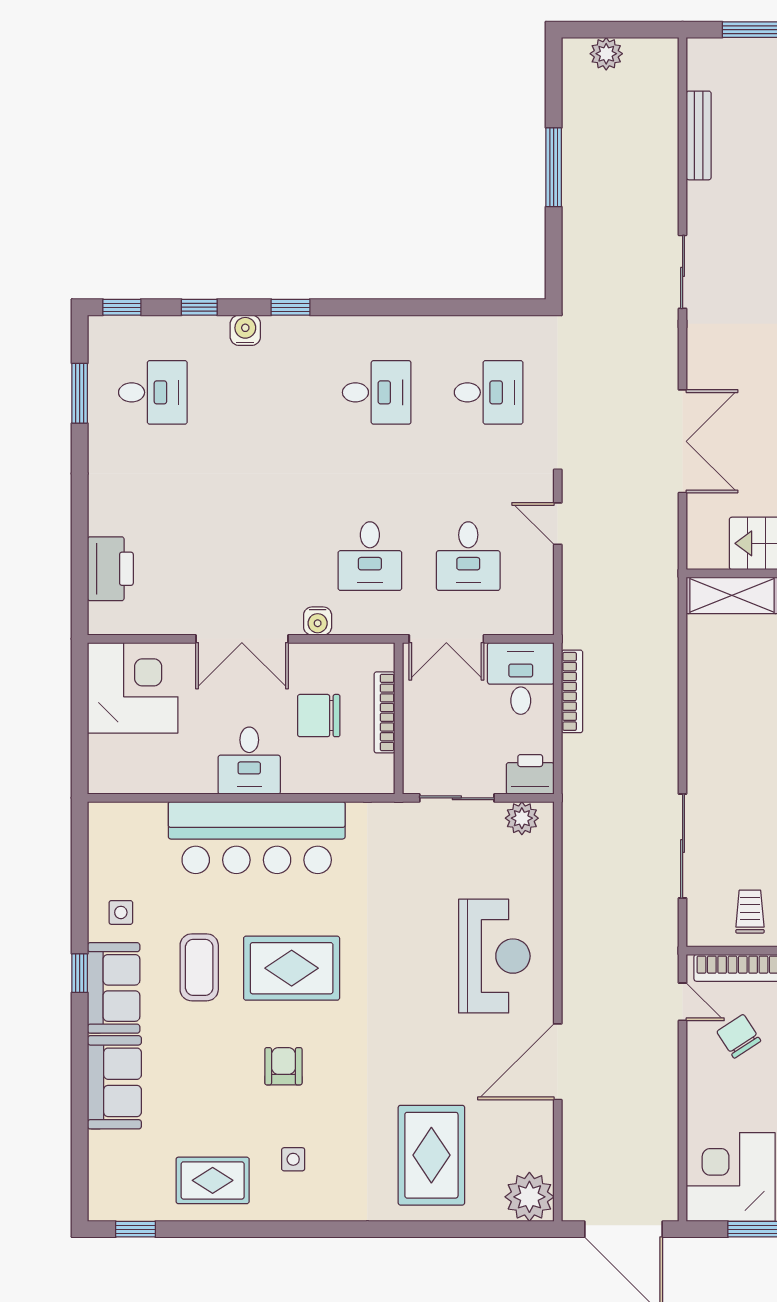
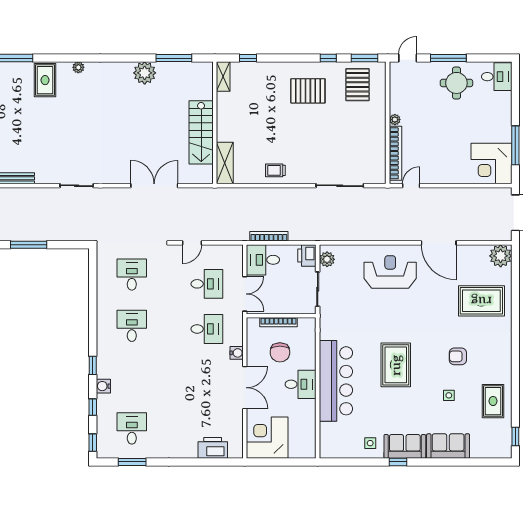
trolley: (750, 912) -> (275, 170), moved
coffee table: (199, 967) -> (395, 407), removed
chair: (739, 1036) -> (427, 160), removed
armchair: (283, 1066) -> (458, 356), moved
side table: (293, 1159) -> (449, 395), moved

